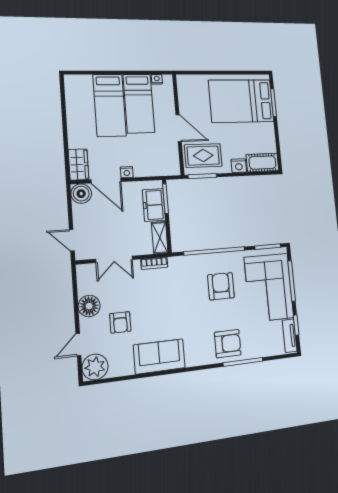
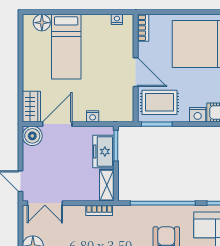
floor lamp: (84, 82) -> (42, 23), added
bookcase: (182, 87) -> (143, 28), added
bed: (139, 104) -> (96, 45), removed
nightstand: (127, 172) -> (93, 116), moved
door: (106, 181) -> (57, 124), swing flipped
double door: (114, 259) -> (45, 203), moved

